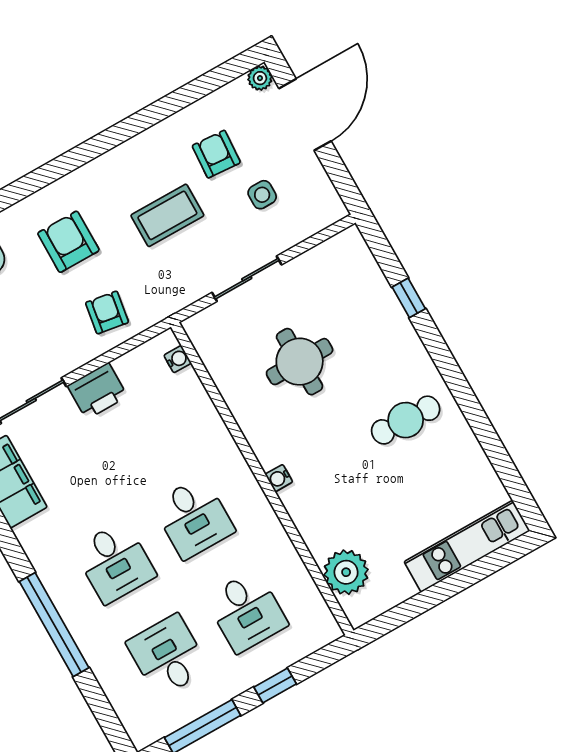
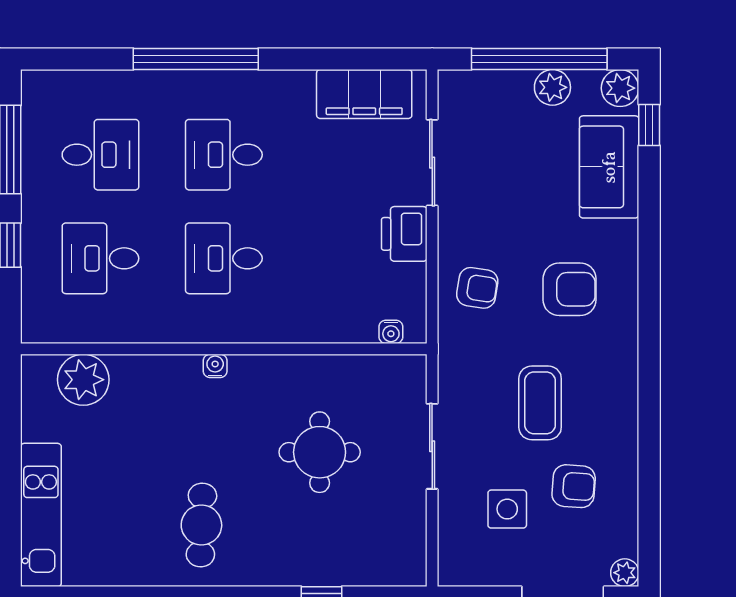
side table: (262, 195) -> (507, 509), width x1.37, depth x1.37

